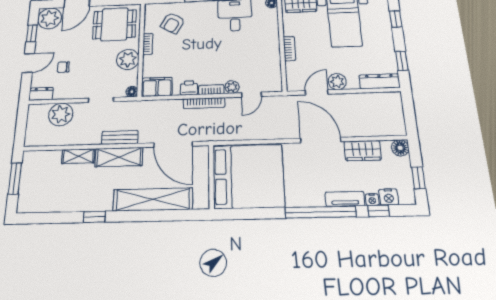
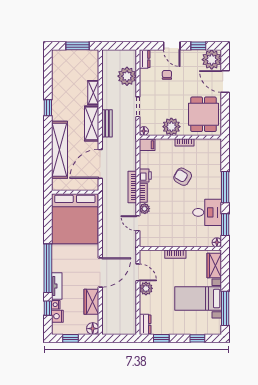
armchair: (173, 23) -> (183, 177), moved
dresser: (380, 81) -> (145, 324), width x0.70
filing cabinet: (157, 87) -> (147, 145), width x0.50

